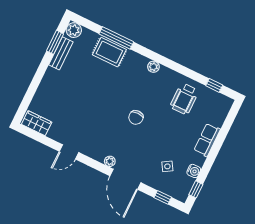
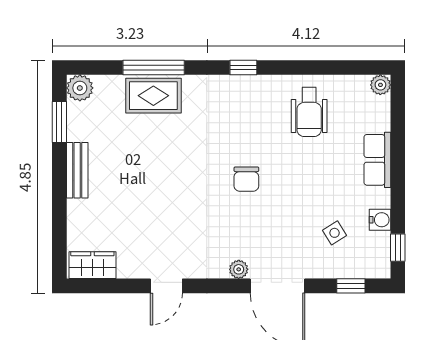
bench: (61, 53) -> (77, 170), moved
plant: (153, 67) -> (380, 85), moved
window: (214, 85) -> (243, 68), moved

